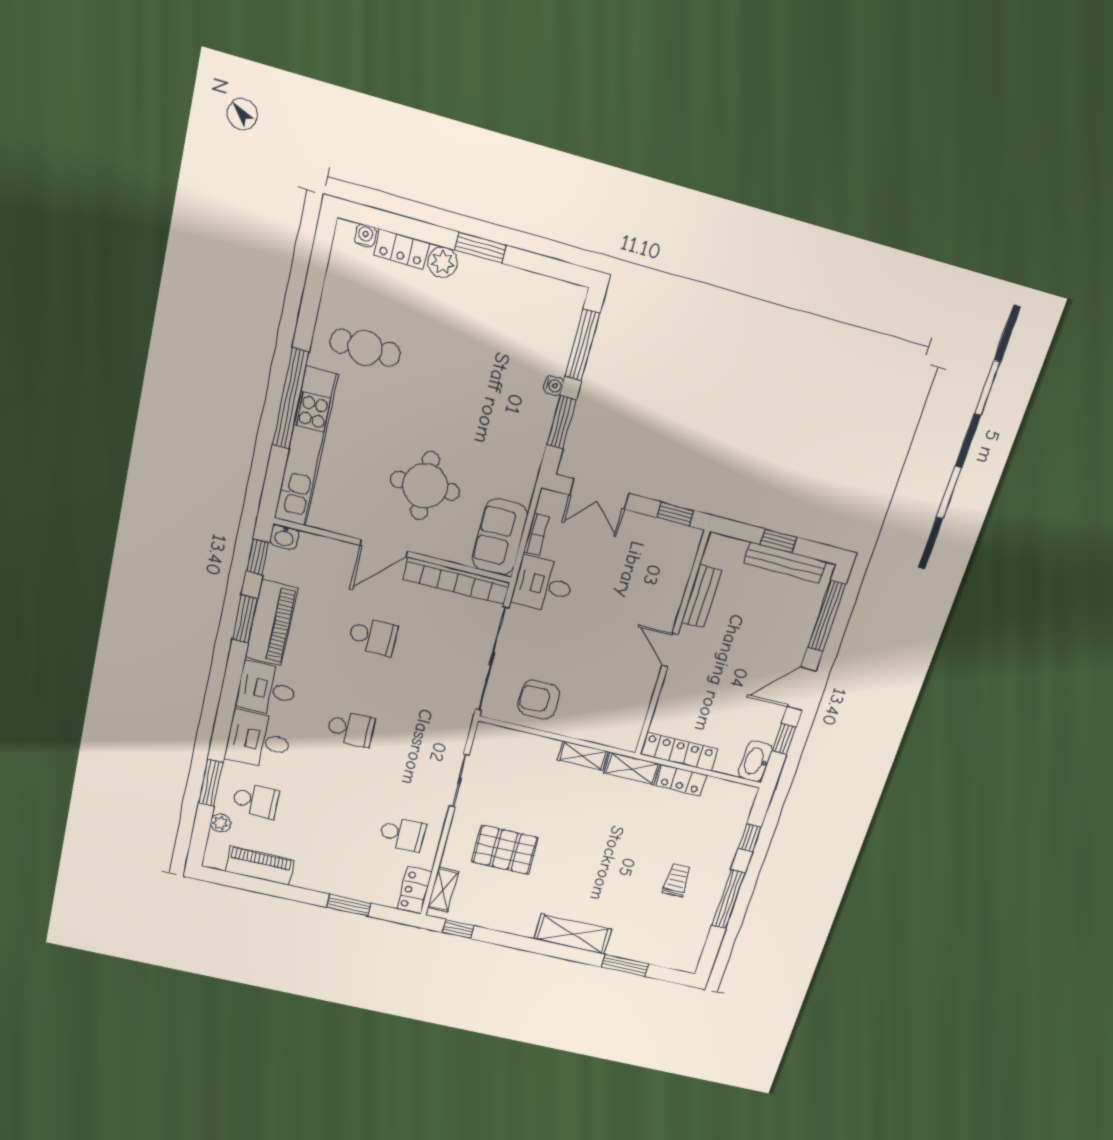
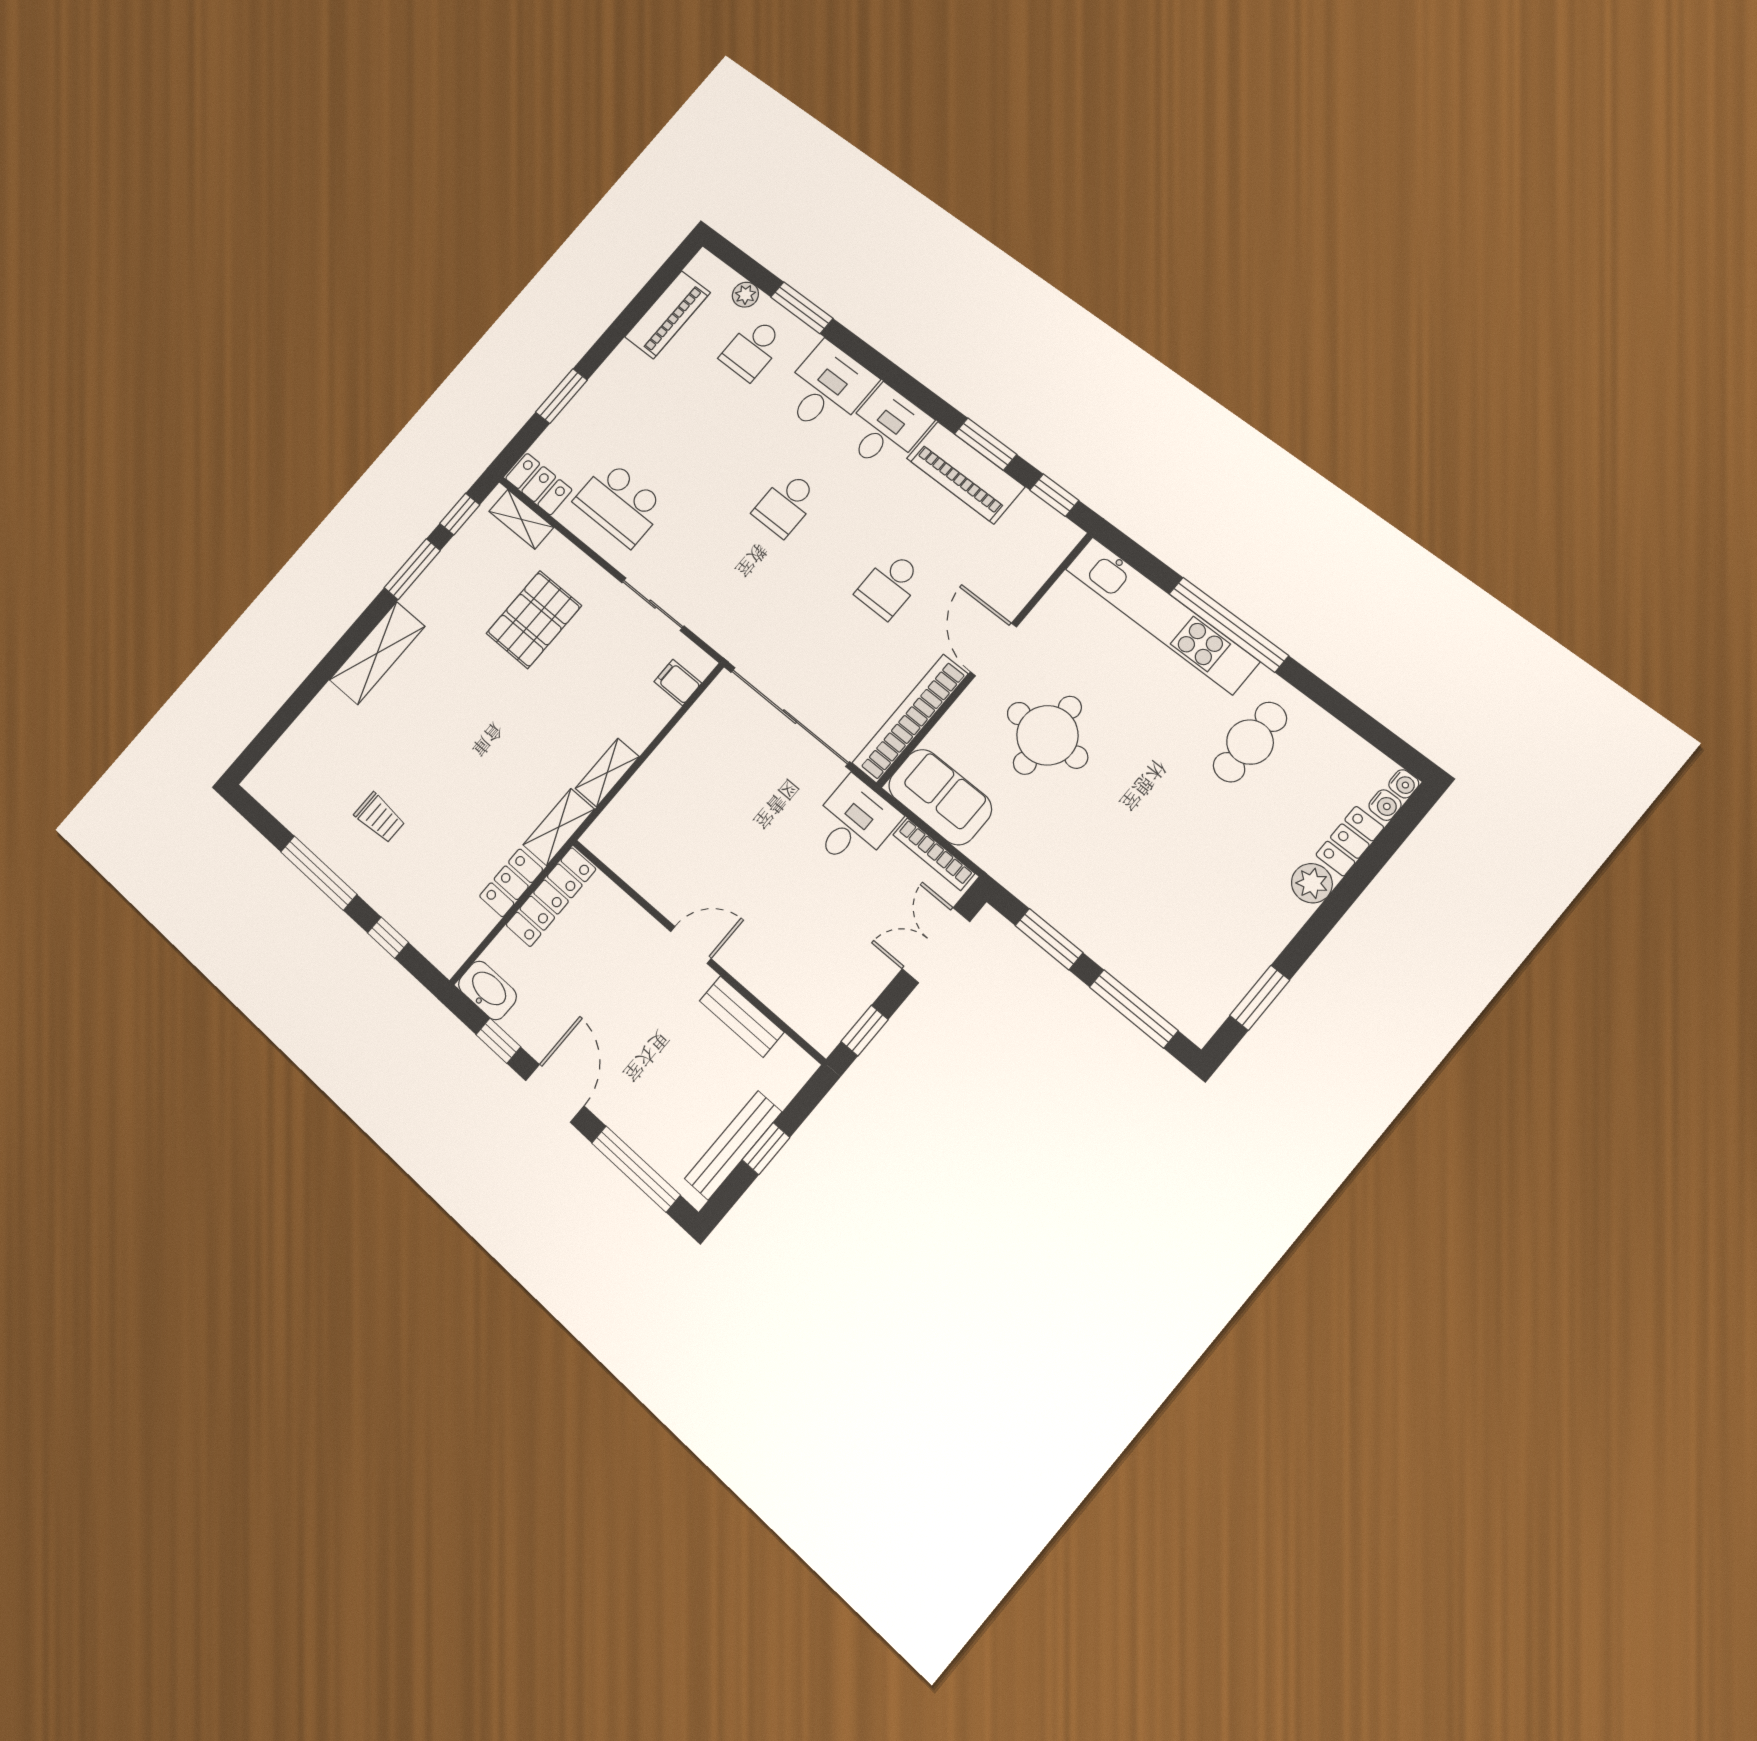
window: (480, 248) -> (1260, 998), moved
water cooler: (554, 386) -> (1404, 784), moved, turned -90
bookcase: (537, 534) -> (934, 854), width x1.56
washbasin: (284, 537) -> (1064, 538), removed
armchair: (539, 700) -> (708, 750), removed
filing cabinet: (503, 740) -> (678, 682), added
school desk: (402, 834) -> (620, 504), width x1.85
window: (625, 965) -> (412, 569), moved

